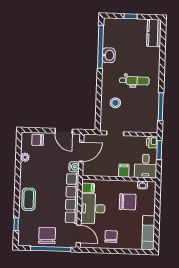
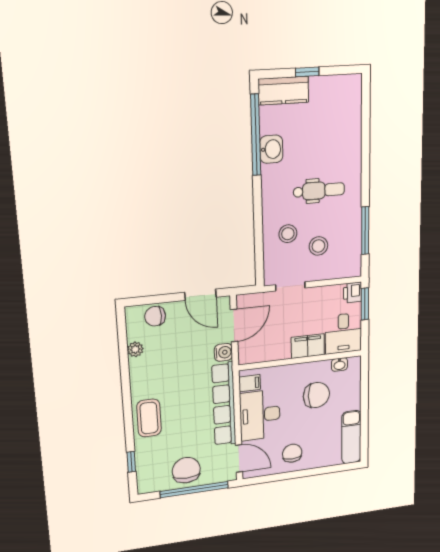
kitchen counter: (154, 33) -> (284, 91), moved, turned -90
stool: (133, 112) -> (318, 246), added
filing cabinet: (124, 171) -> (308, 346), width x2.00

